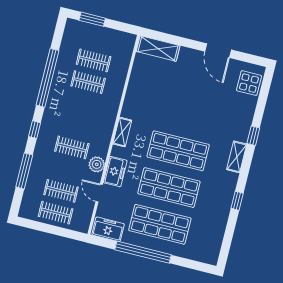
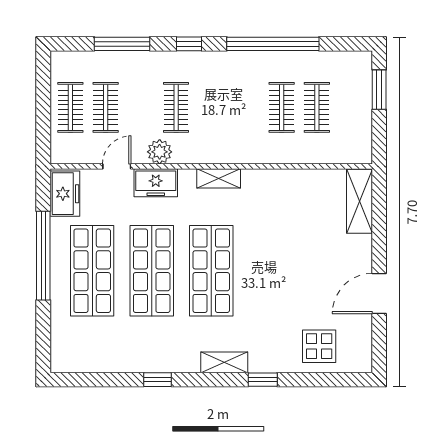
display table: (249, 83) -> (319, 346), moved

